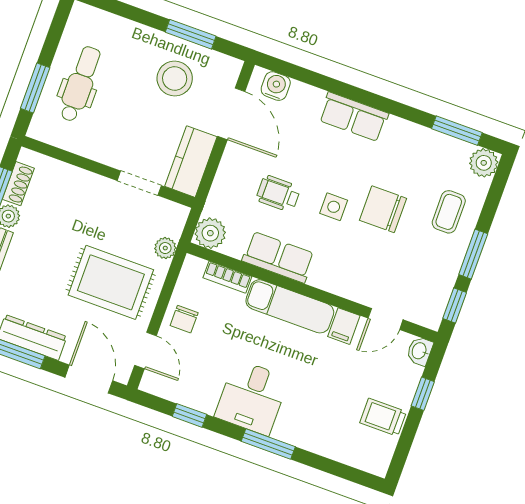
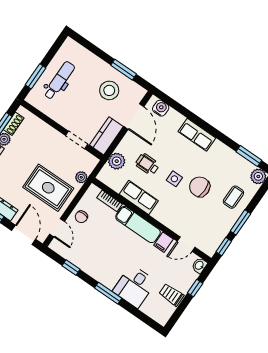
plant: (210, 233) -> (117, 161), moved
desk: (252, 397) -> (134, 286), moved

